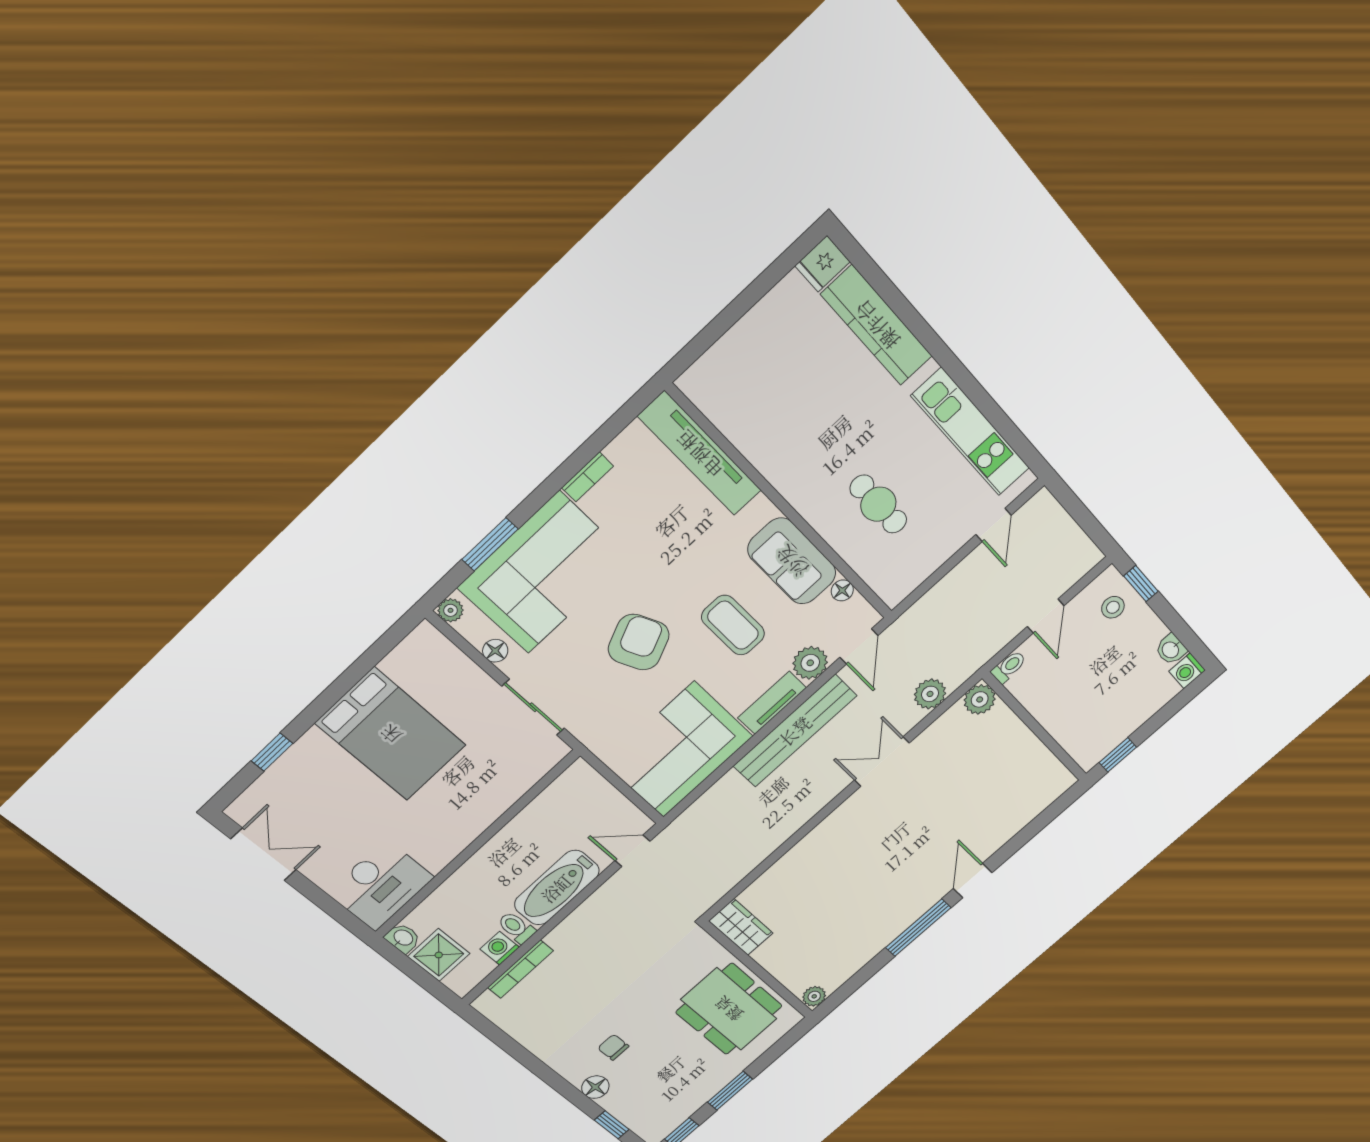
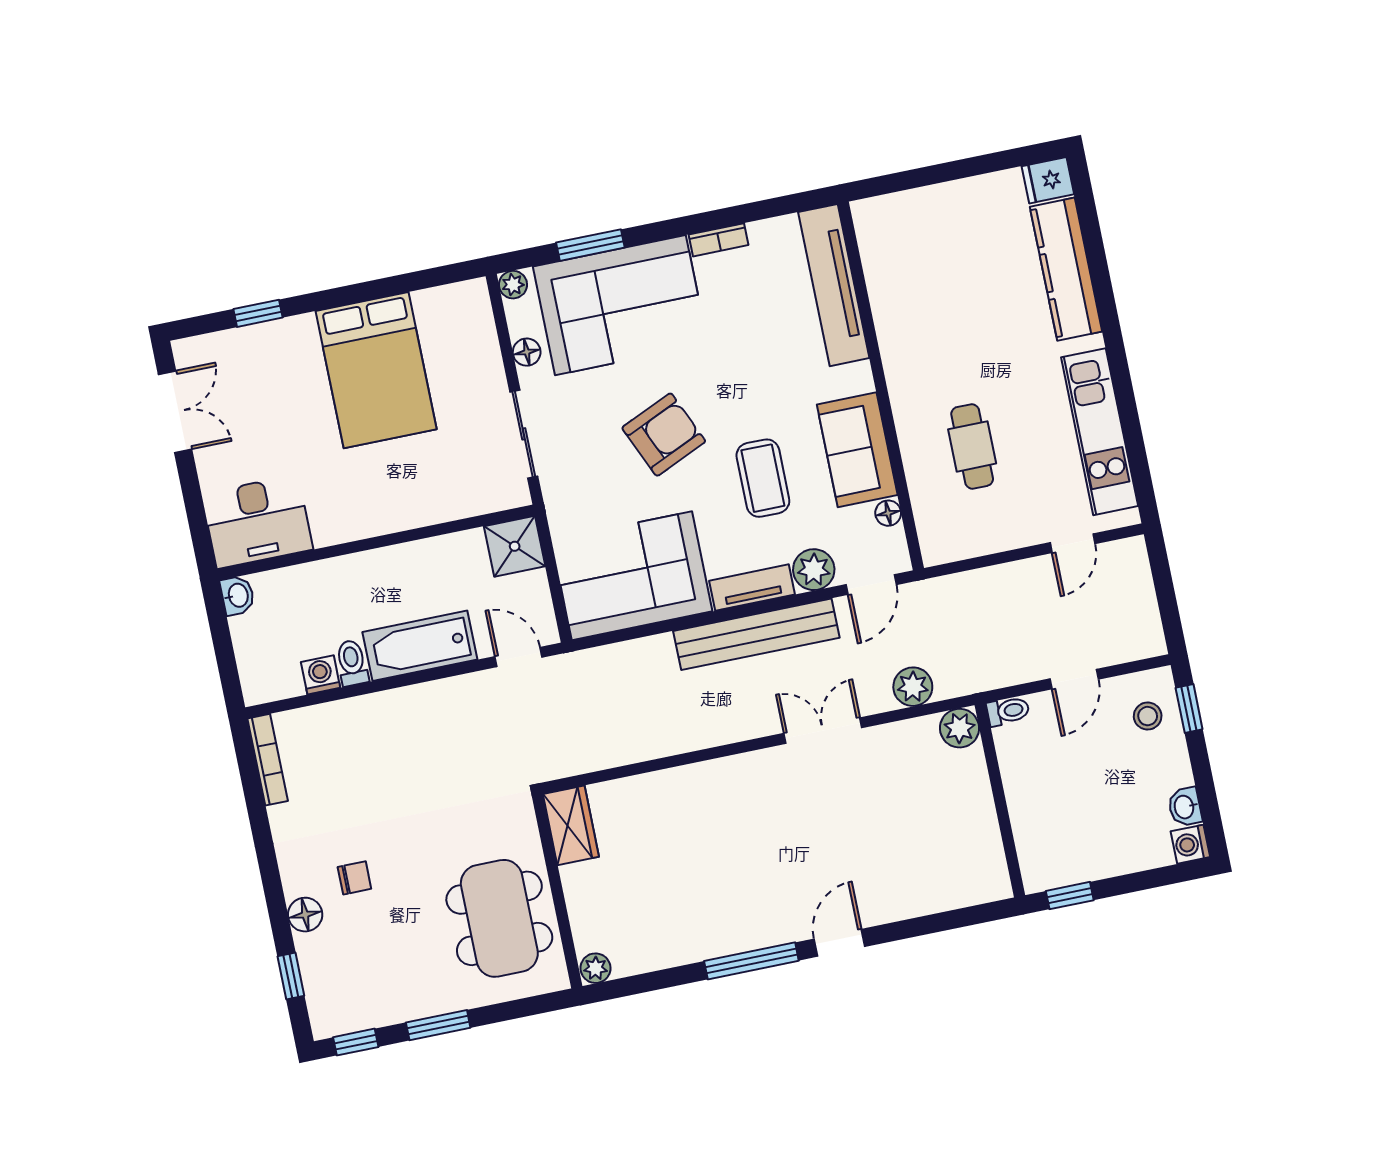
shower: (439, 955) -> (515, 546), moved
bookcase: (520, 969) -> (268, 760), moved, turned -90
chair: (613, 1047) -> (354, 878), turned 90

